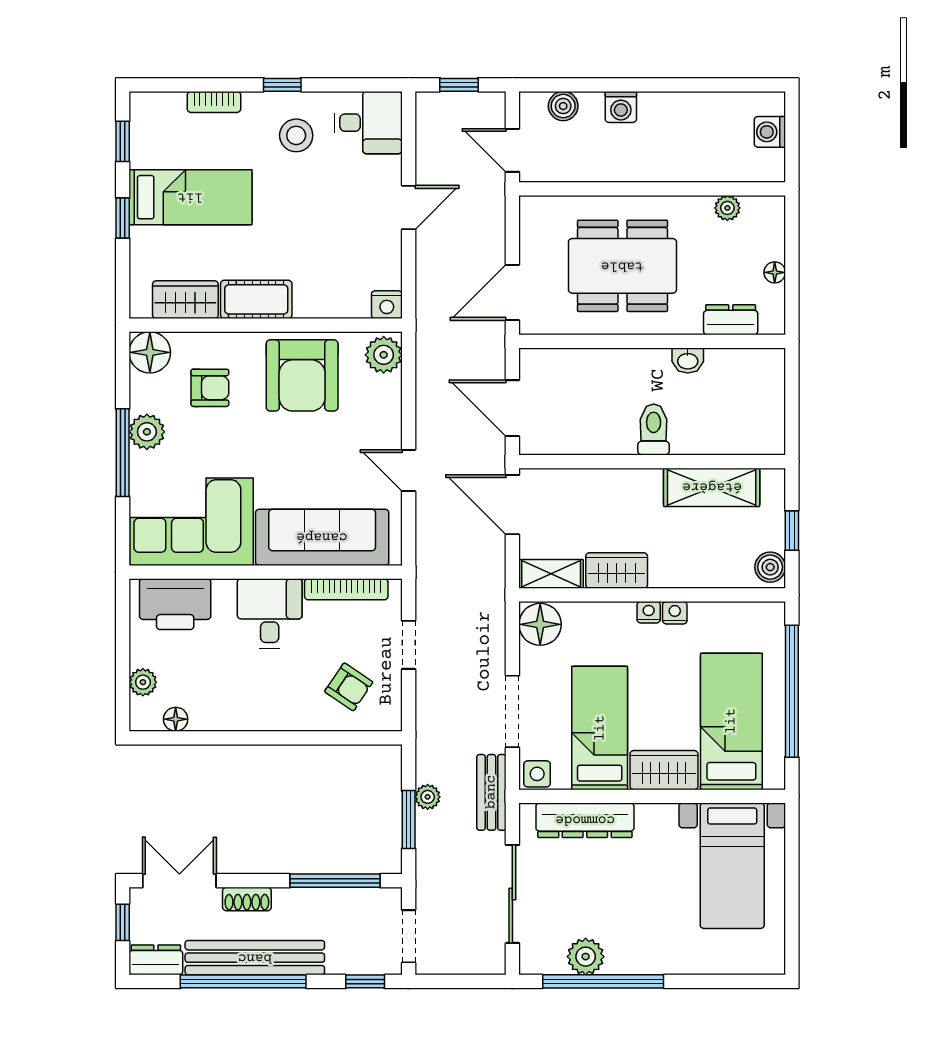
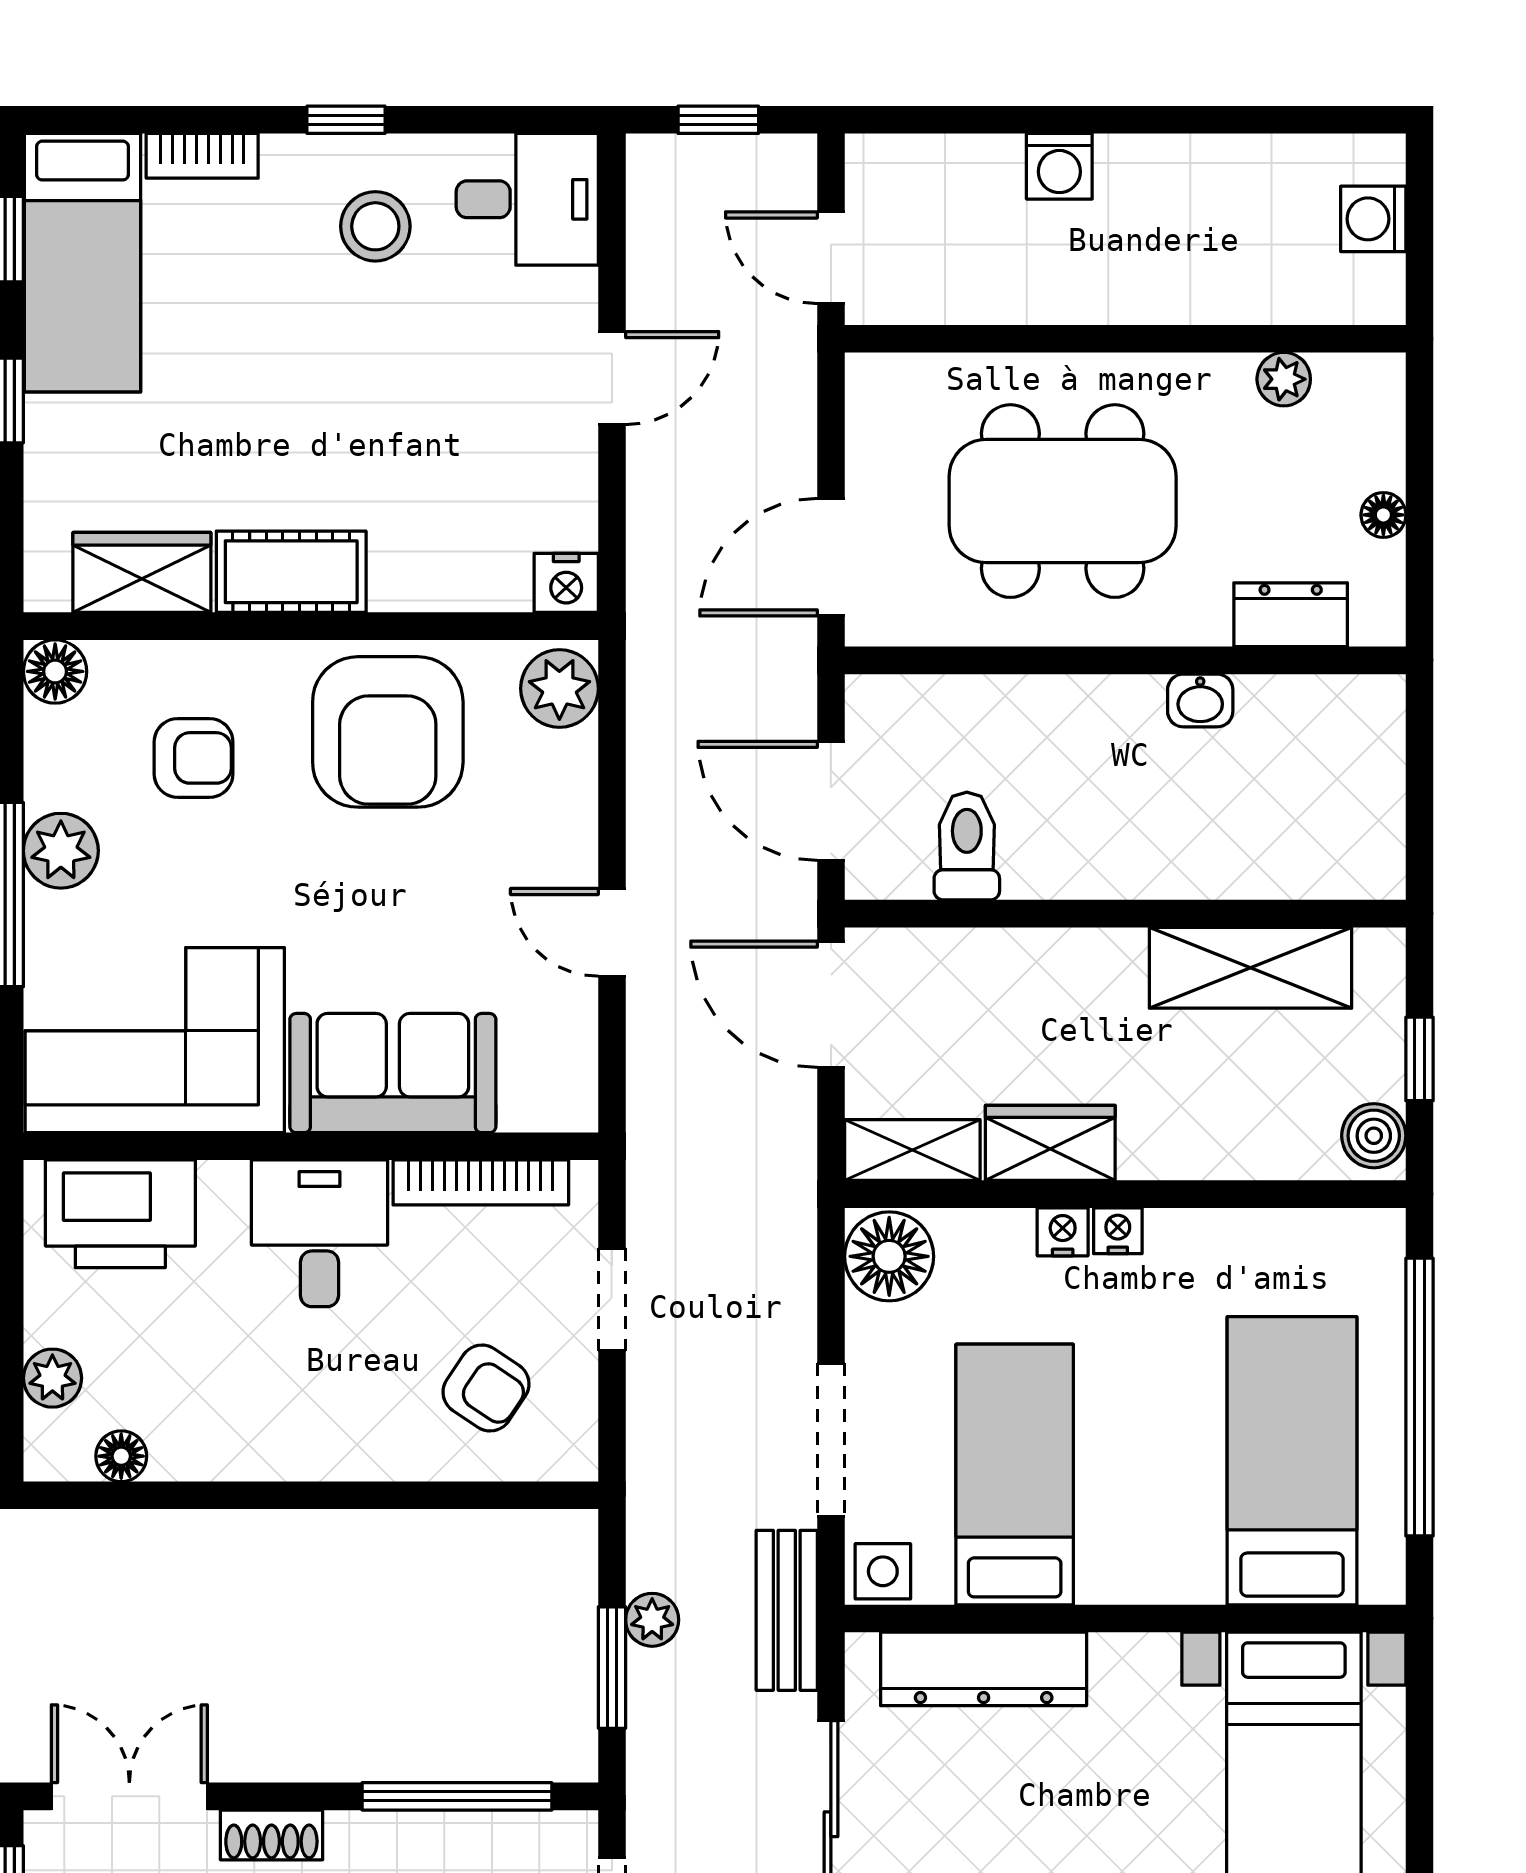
boiler: (563, 106) -> (938, 164), removed
bed: (190, 197) -> (82, 263), moved, turned 90
floor lamp: (150, 352) -> (55, 671), width x0.73, depth x0.73
toilet: (654, 430) -> (967, 846), moved
sofa: (322, 537) -> (393, 1073), width x0.73
nightstand: (675, 613) -> (1063, 1232), moved
wardrobe: (664, 770) -> (1150, 1563), removed

